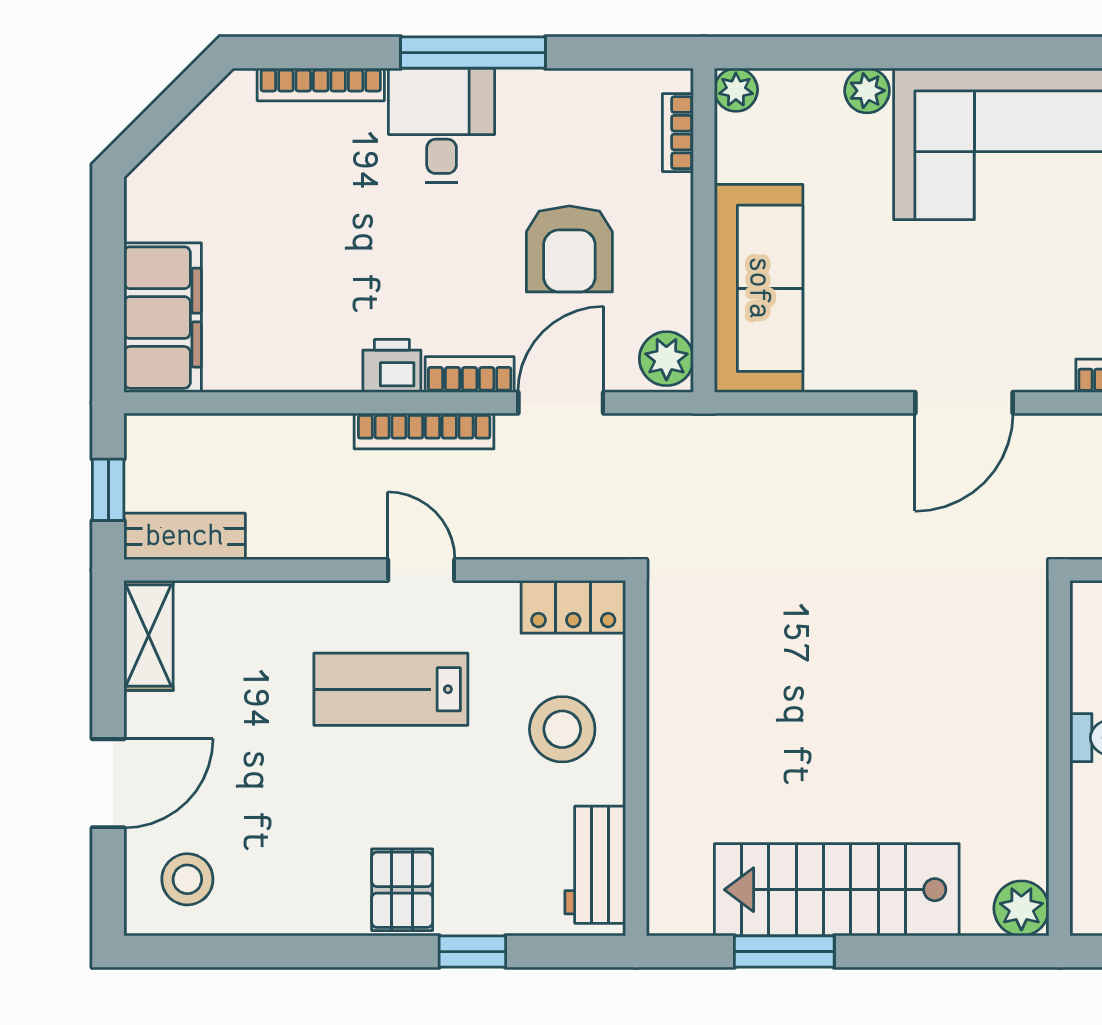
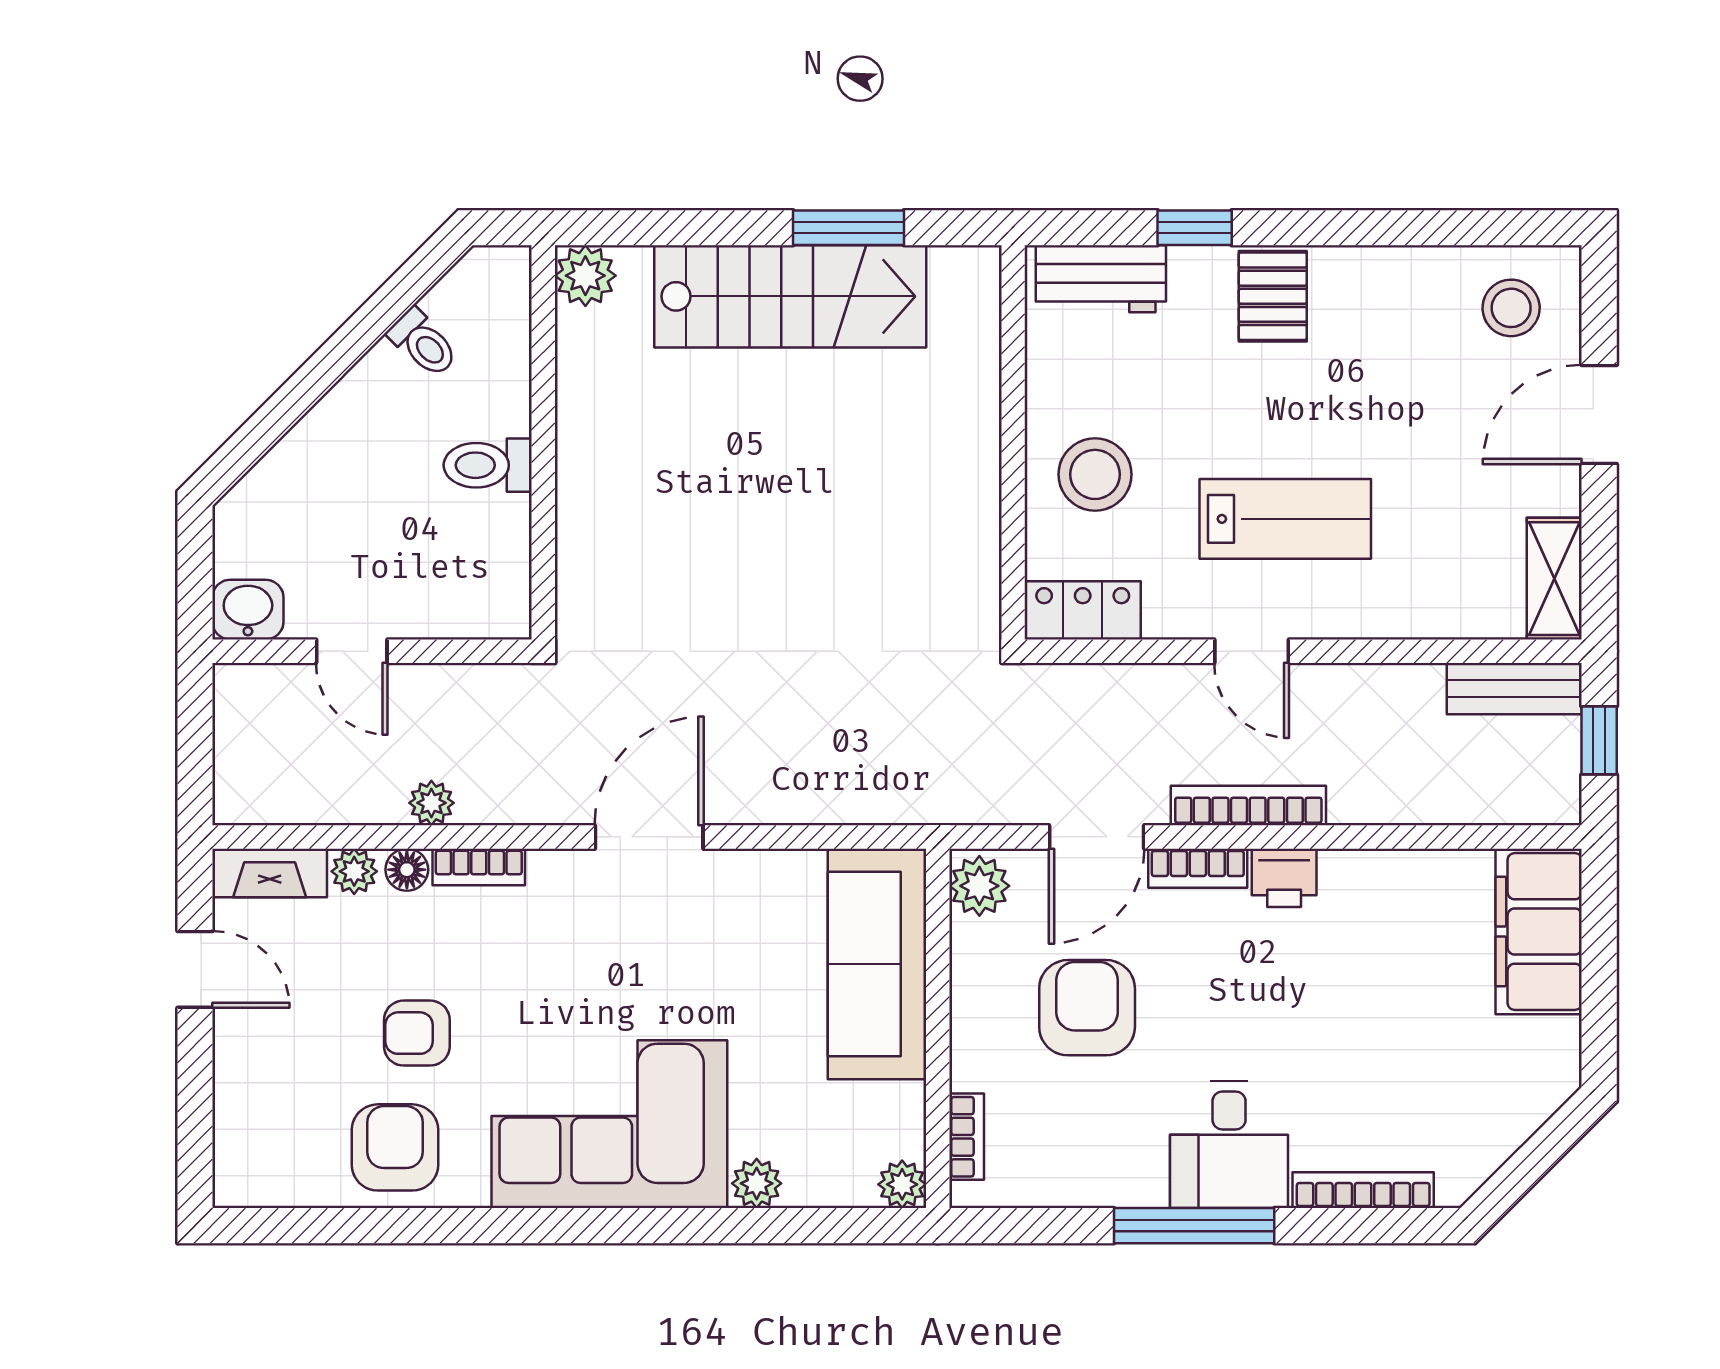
workbench: (595, 865) -> (1101, 279), moved, turned 90

